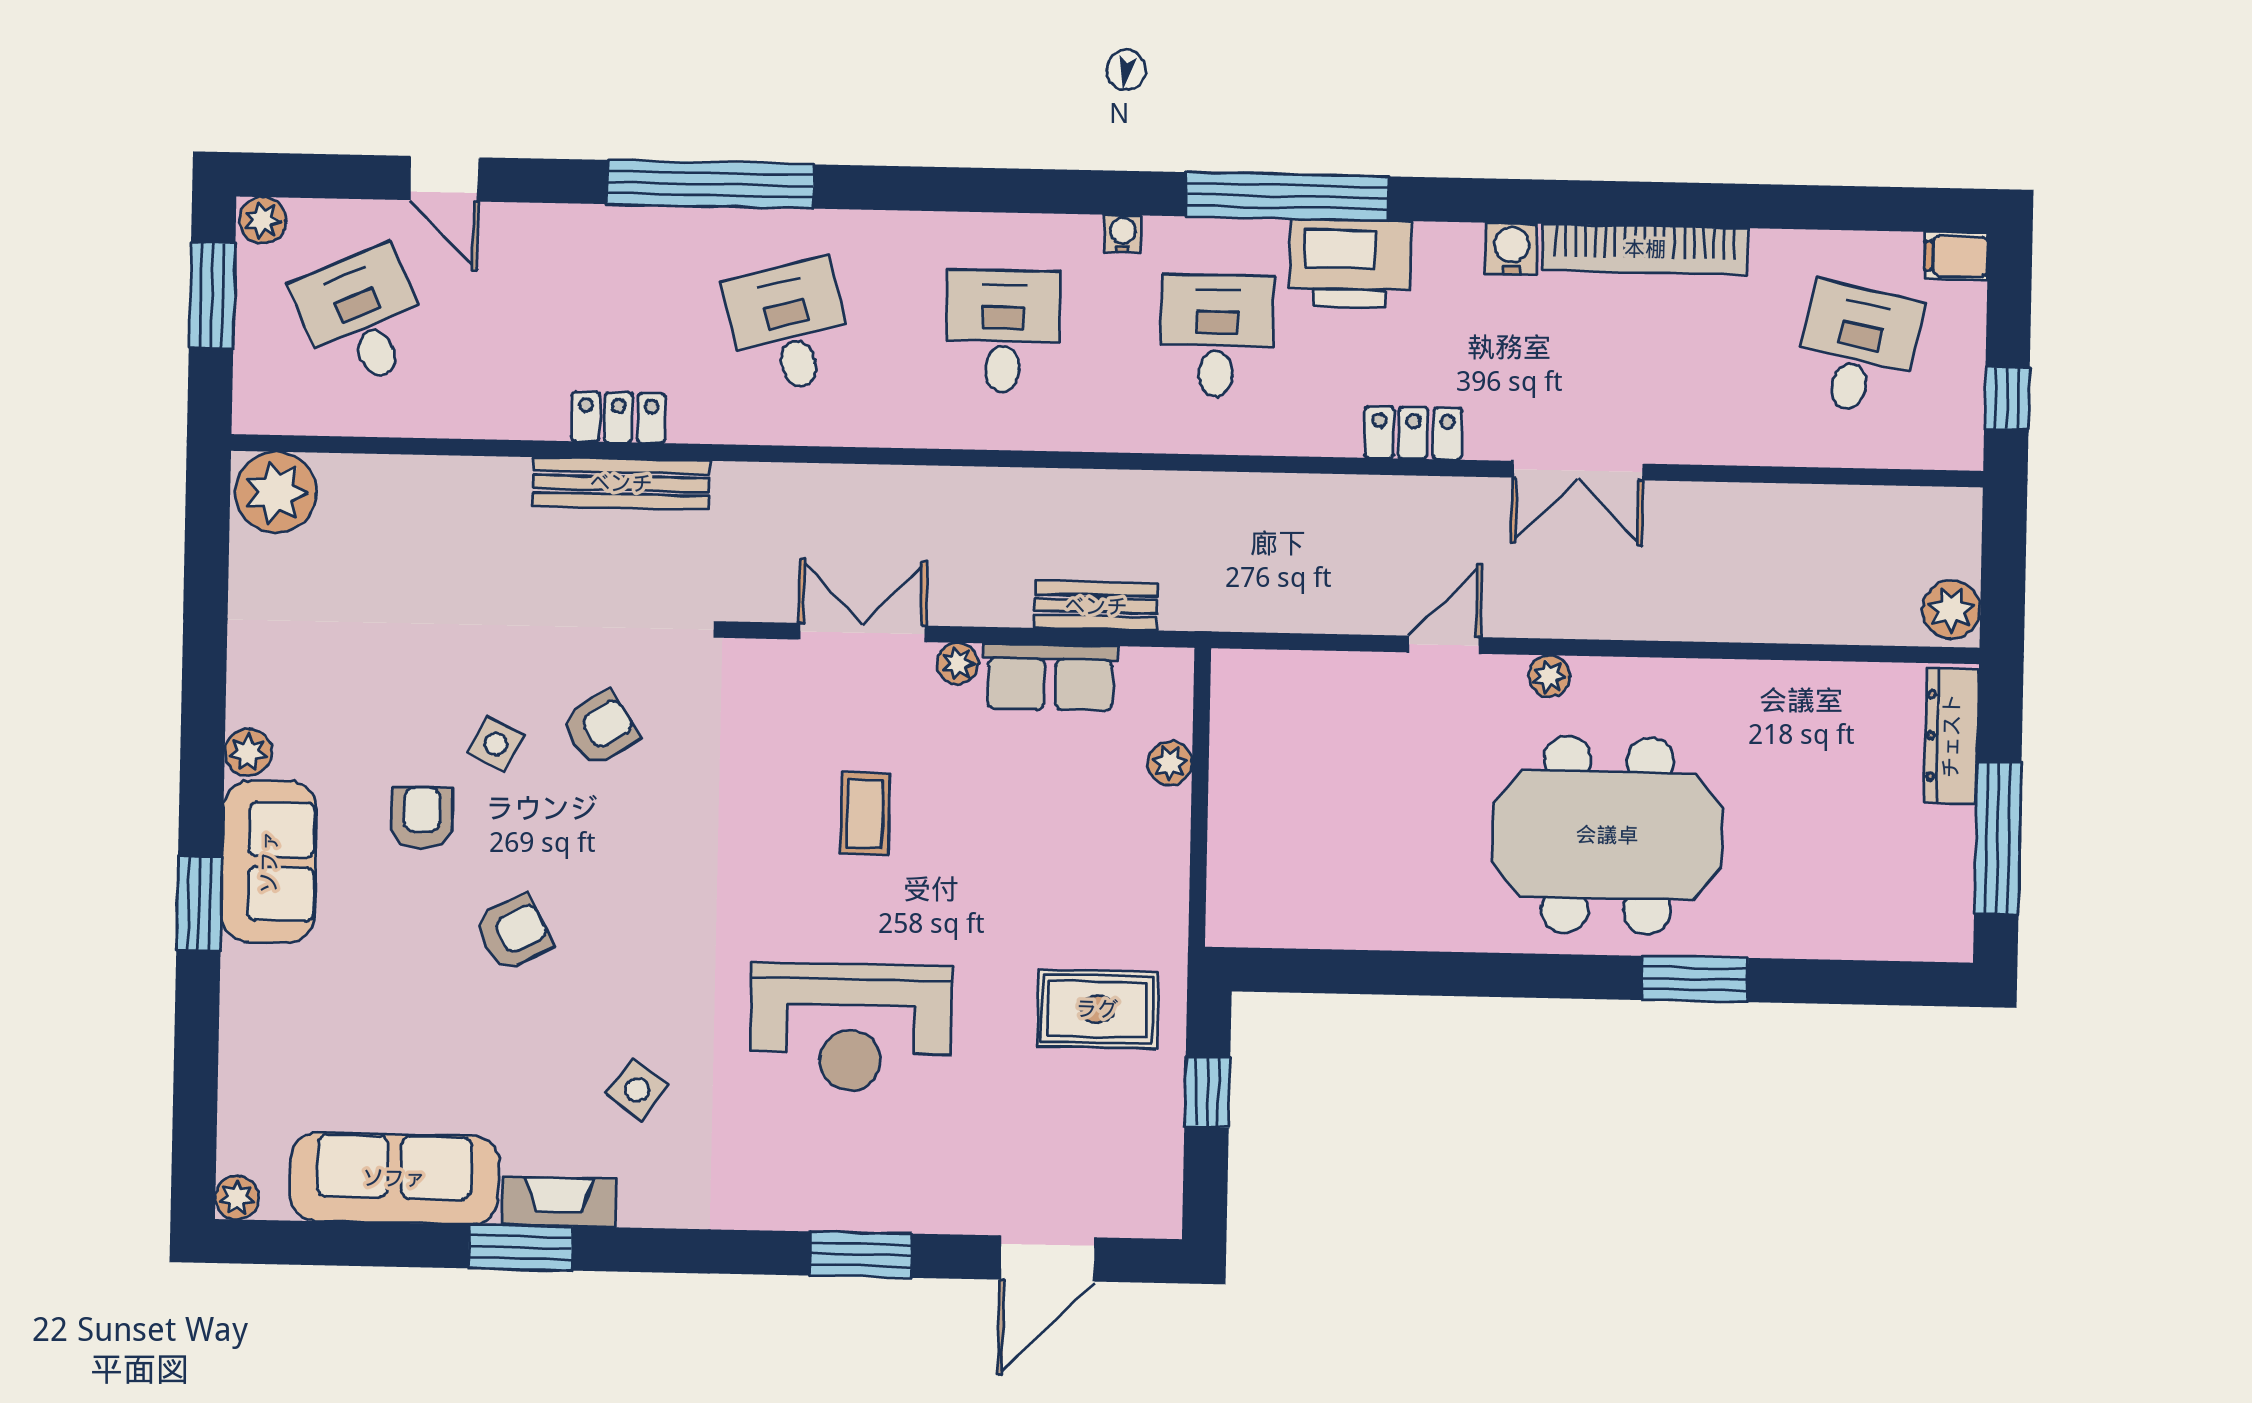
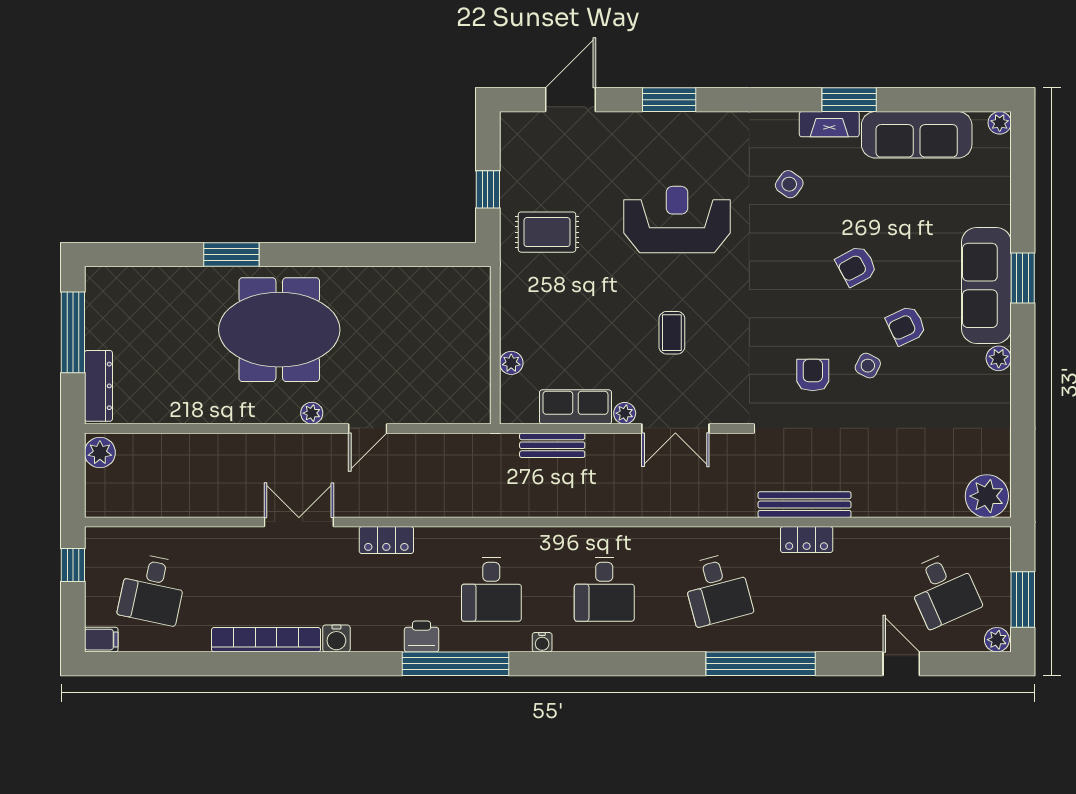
printer: (1350, 263) -> (422, 637), width x0.53, depth x0.68
armchair: (600, 728) -> (813, 375), turned 123
armchair: (422, 818) -> (906, 326), turned 65
sofa: (269, 862) -> (986, 285), width x1.36

